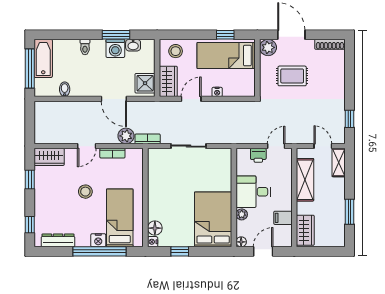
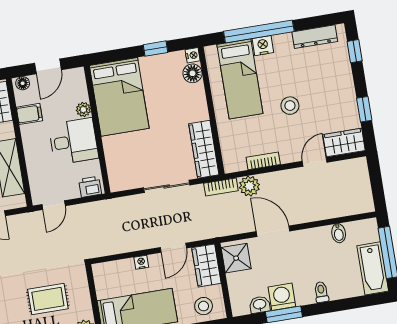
door: (87, 146) -> (315, 162), moved
printer: (258, 155) -> (90, 187), moved
wardrobe: (156, 169) -> (204, 149), added
floor lamp: (241, 242) -> (23, 83), moved

